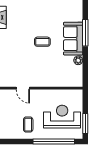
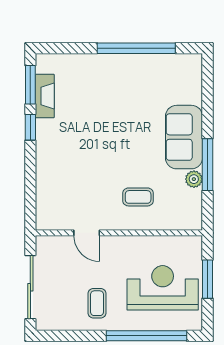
window: (85, 33) -> (208, 165), moved
coffee table: (42, 42) -> (138, 197), moved
window: (85, 123) -> (208, 279), moved

